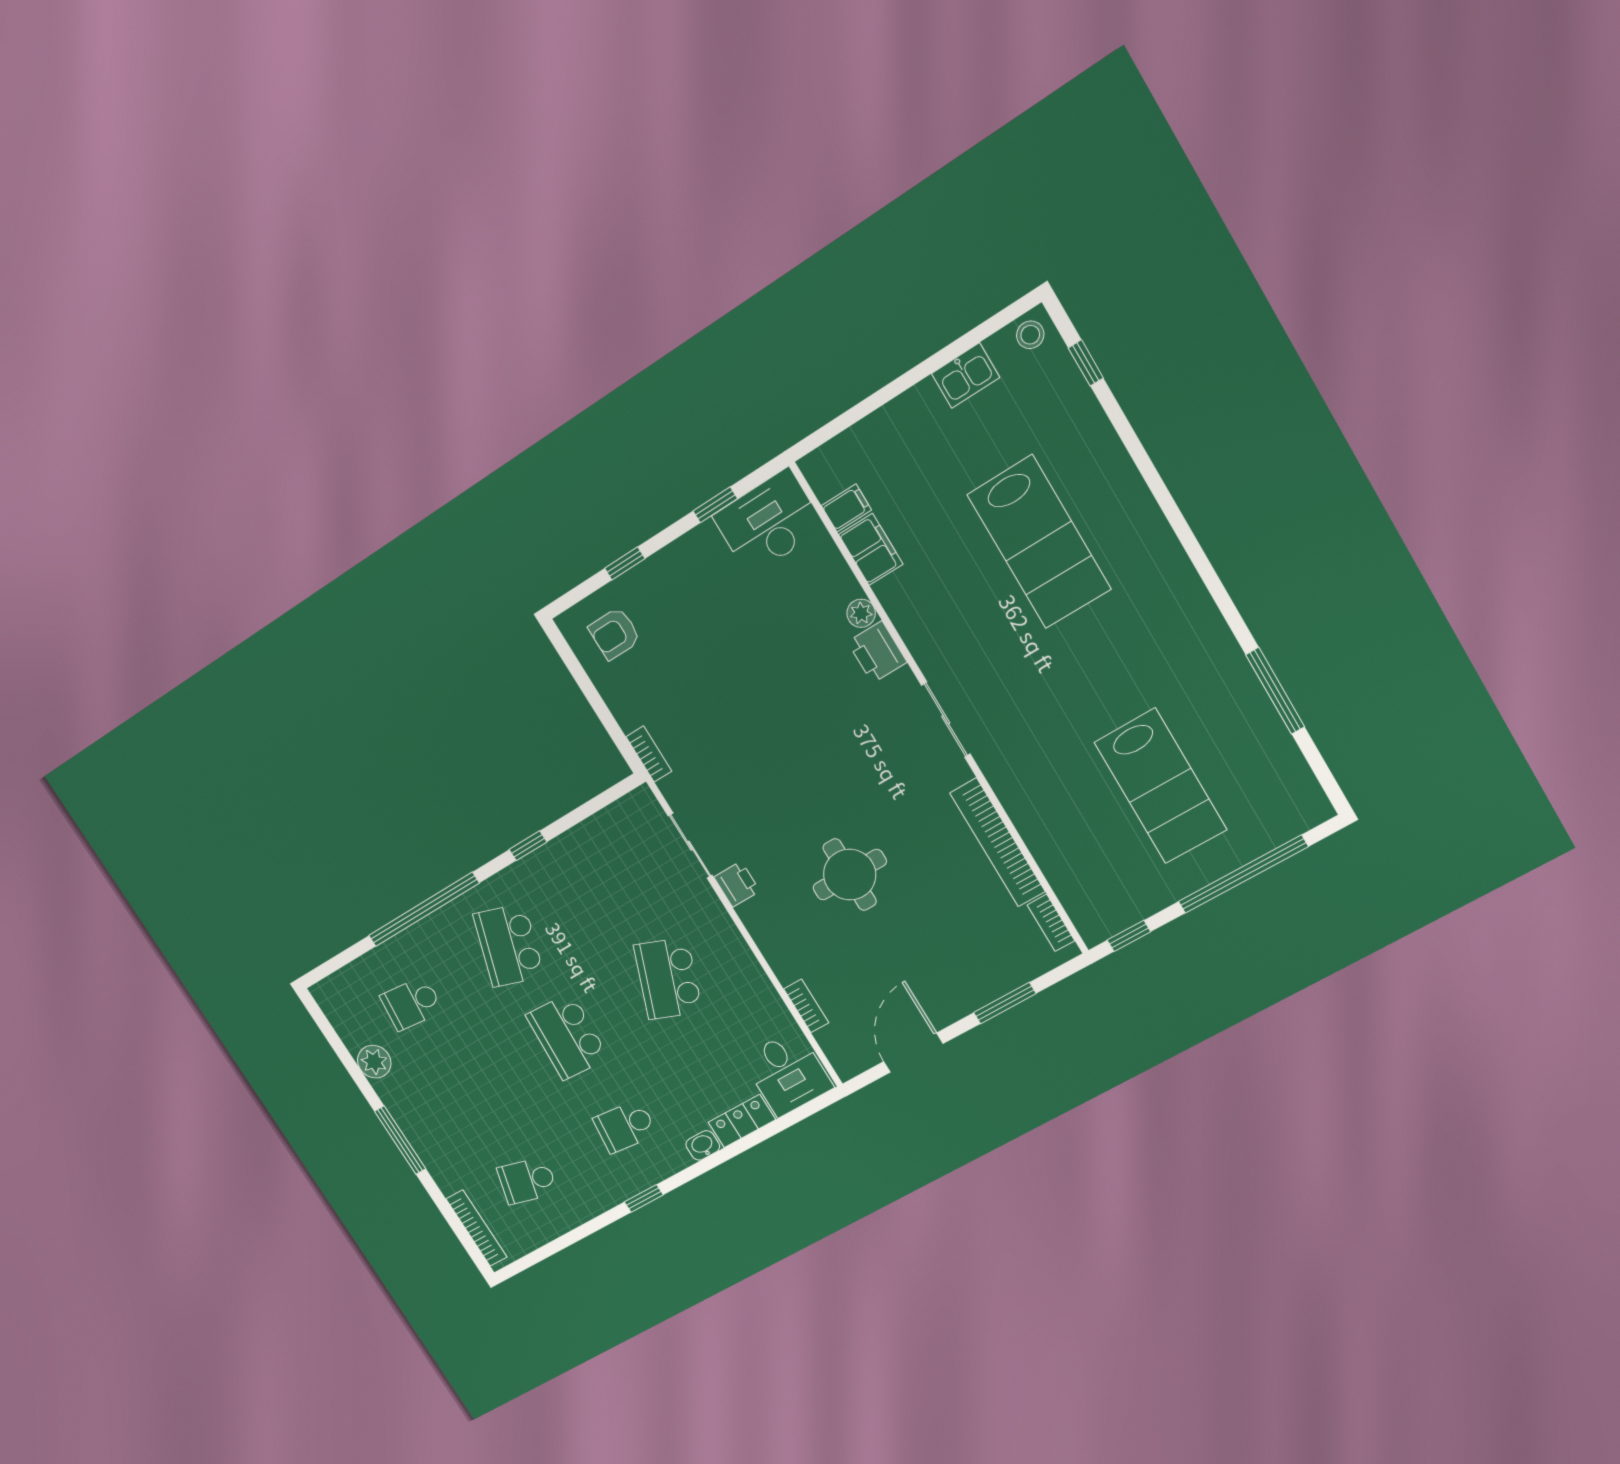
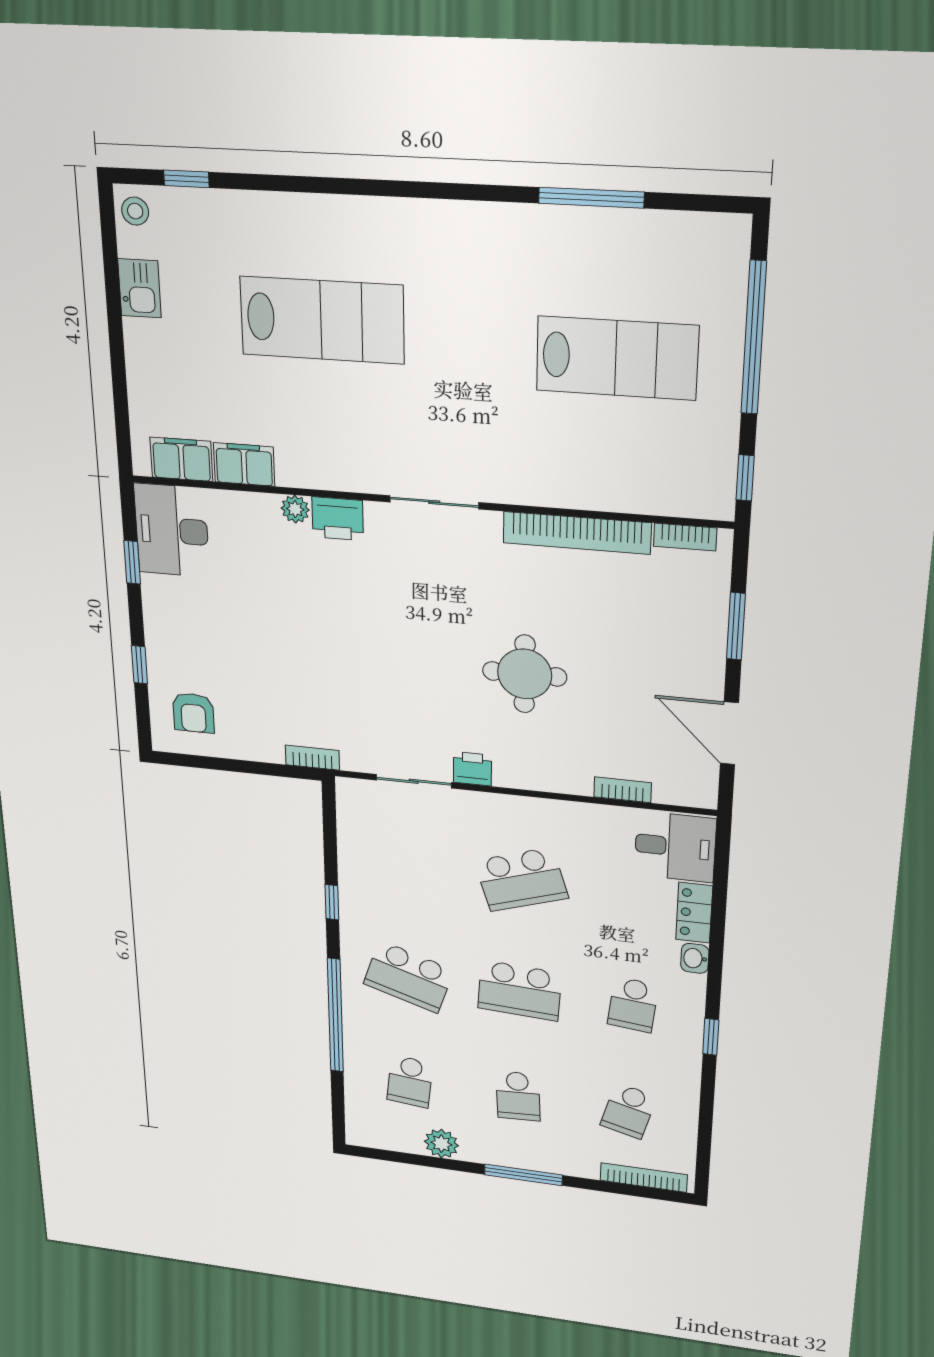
filing cabinet: (846, 508) -> (181, 459), width x2.00
school desk: (668, 979) -> (521, 879), turned -39
school desk: (470, 1093) -> (518, 1096), added

